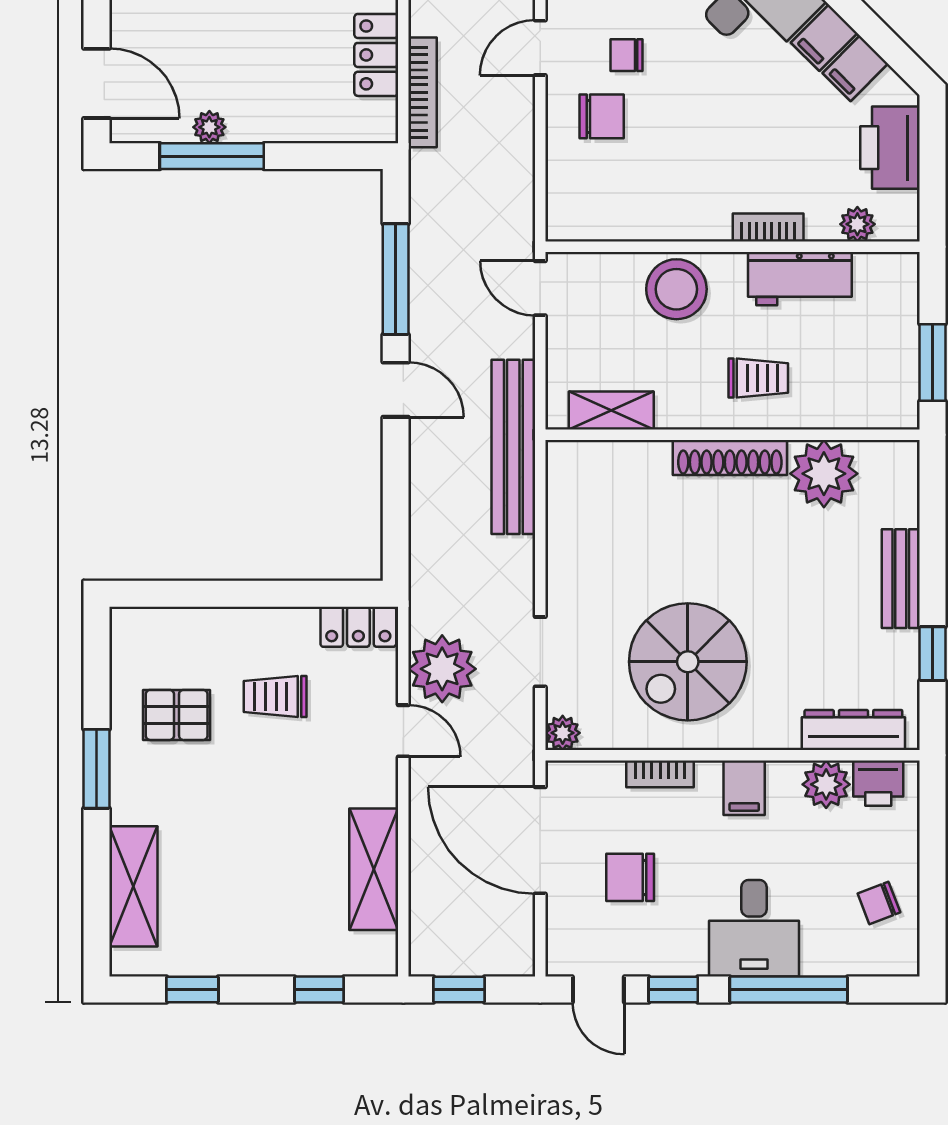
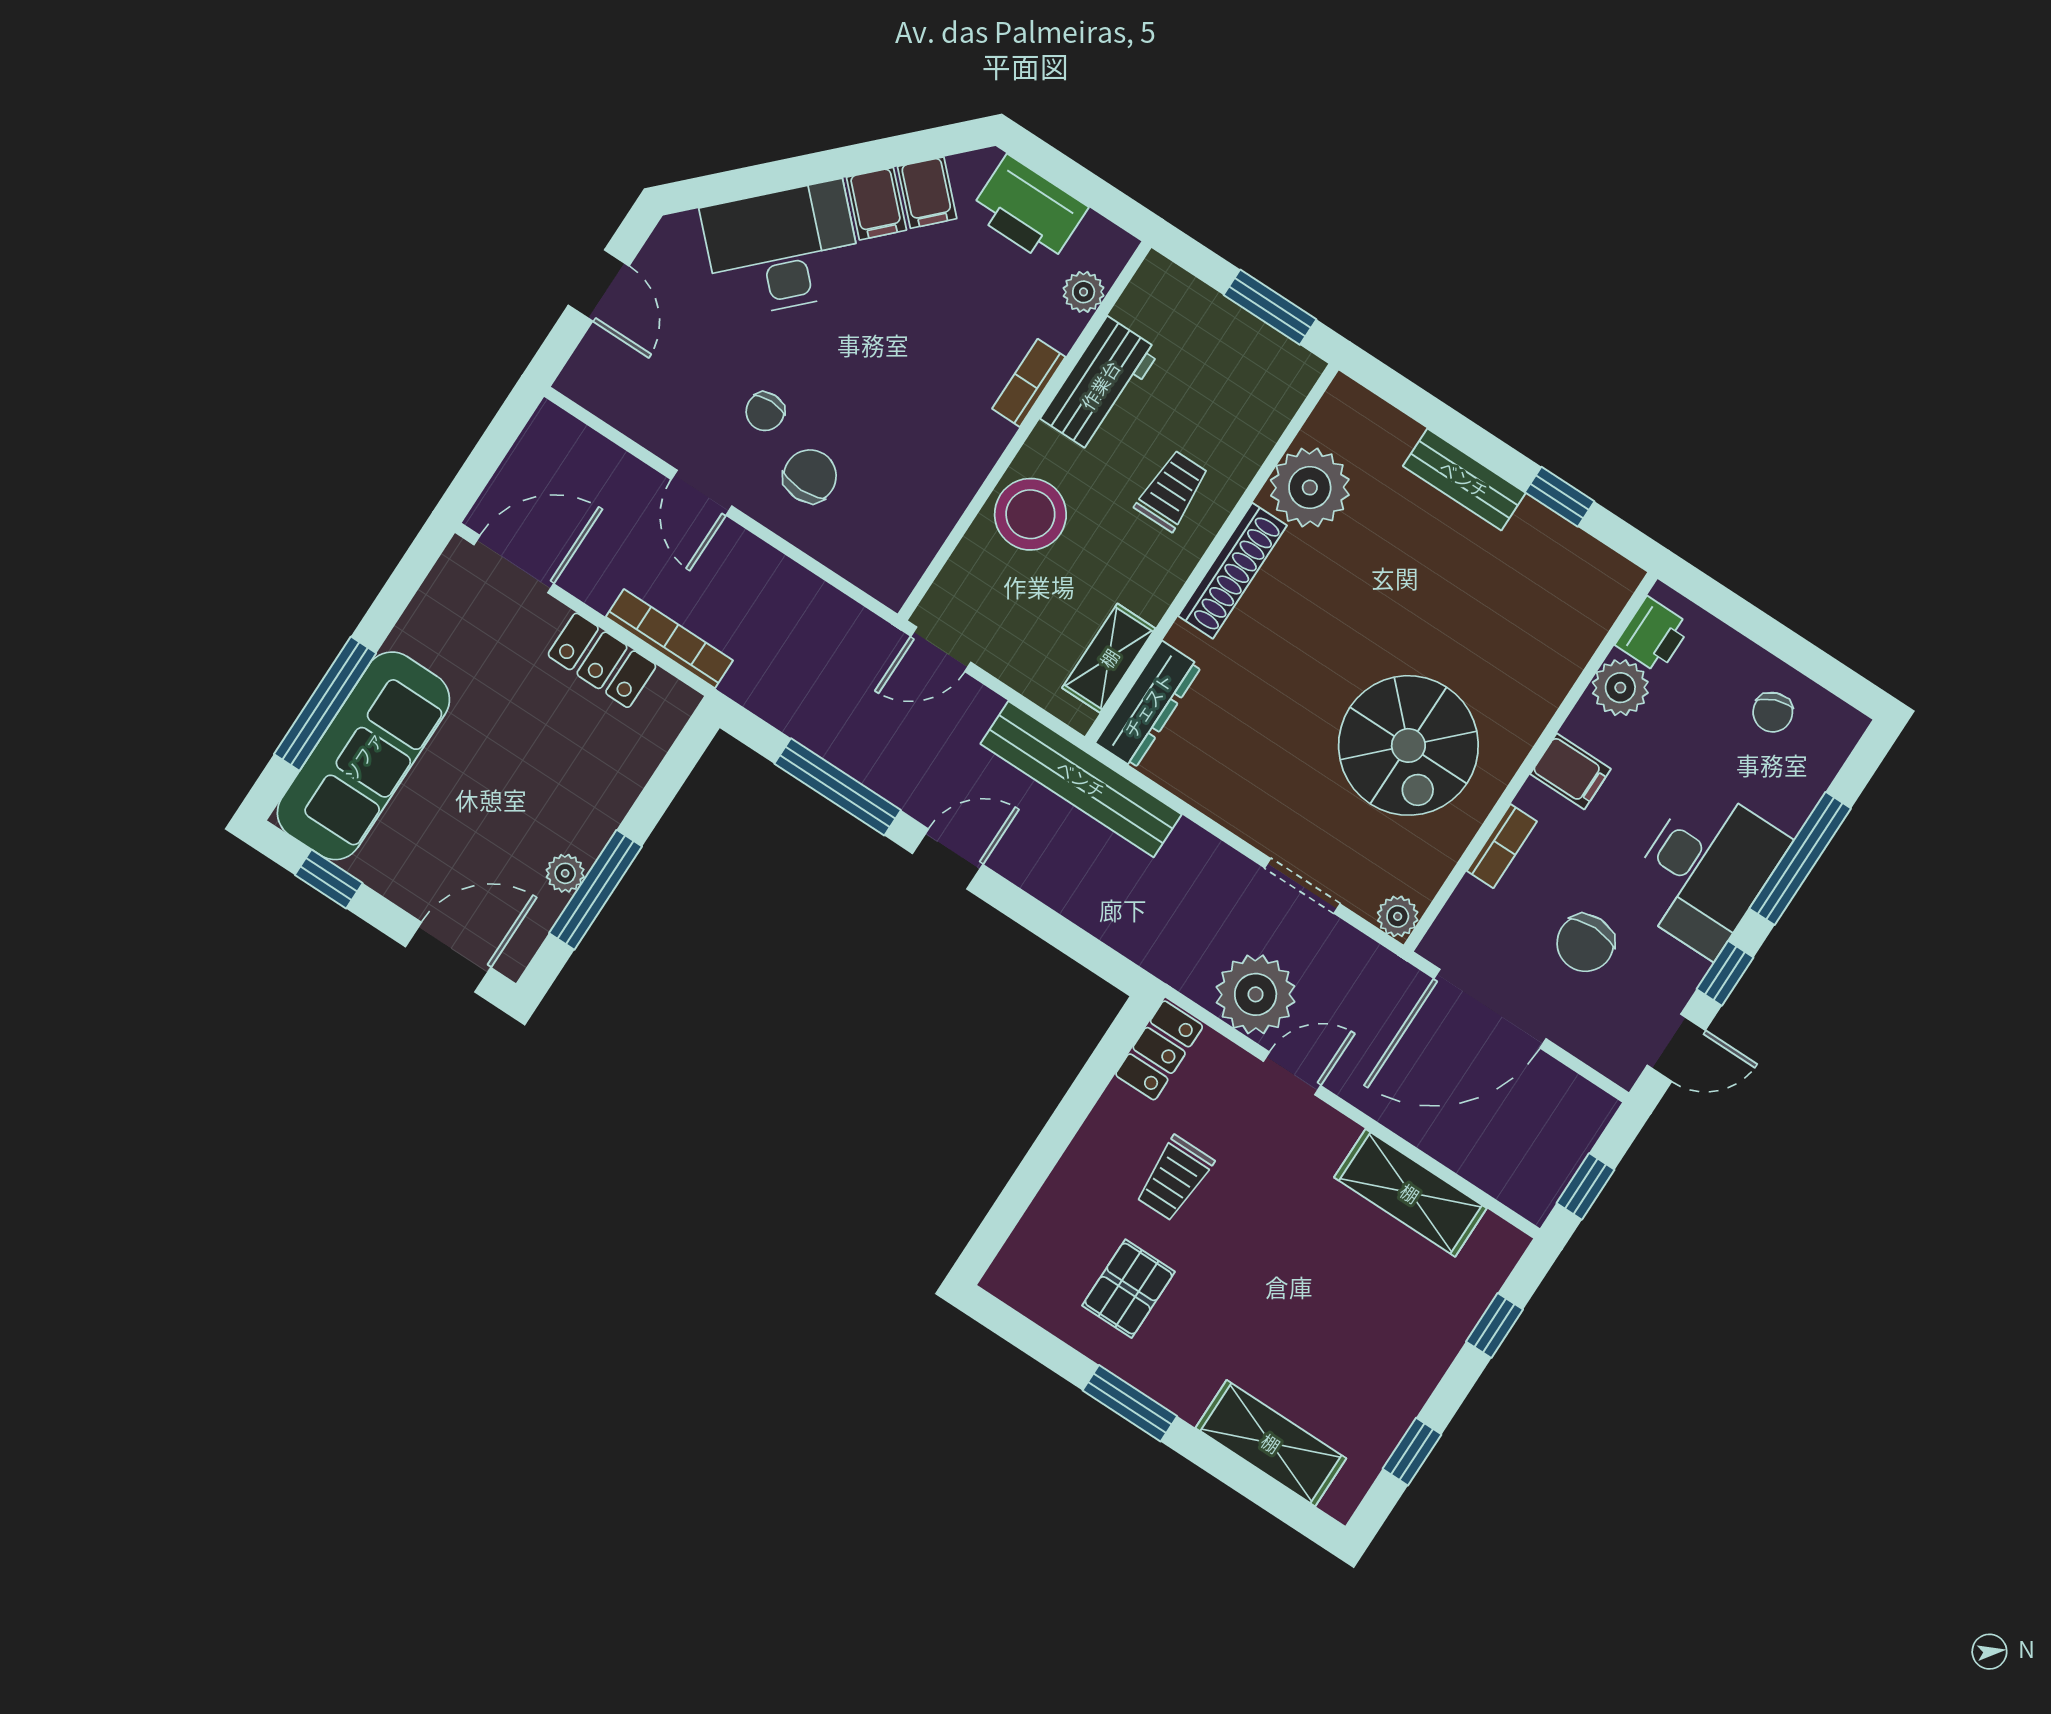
dresser: (853, 730) -> (1148, 705), moved, turned 180
desk: (754, 928) -> (1706, 870), width x1.37

